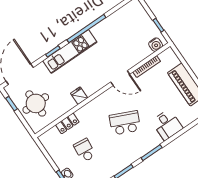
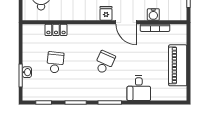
water cooler: (156, 45) -> (153, 15), moved
fridge: (79, 96) -> (106, 13), moved
school desk: (125, 123) -> (105, 62), width x0.54

